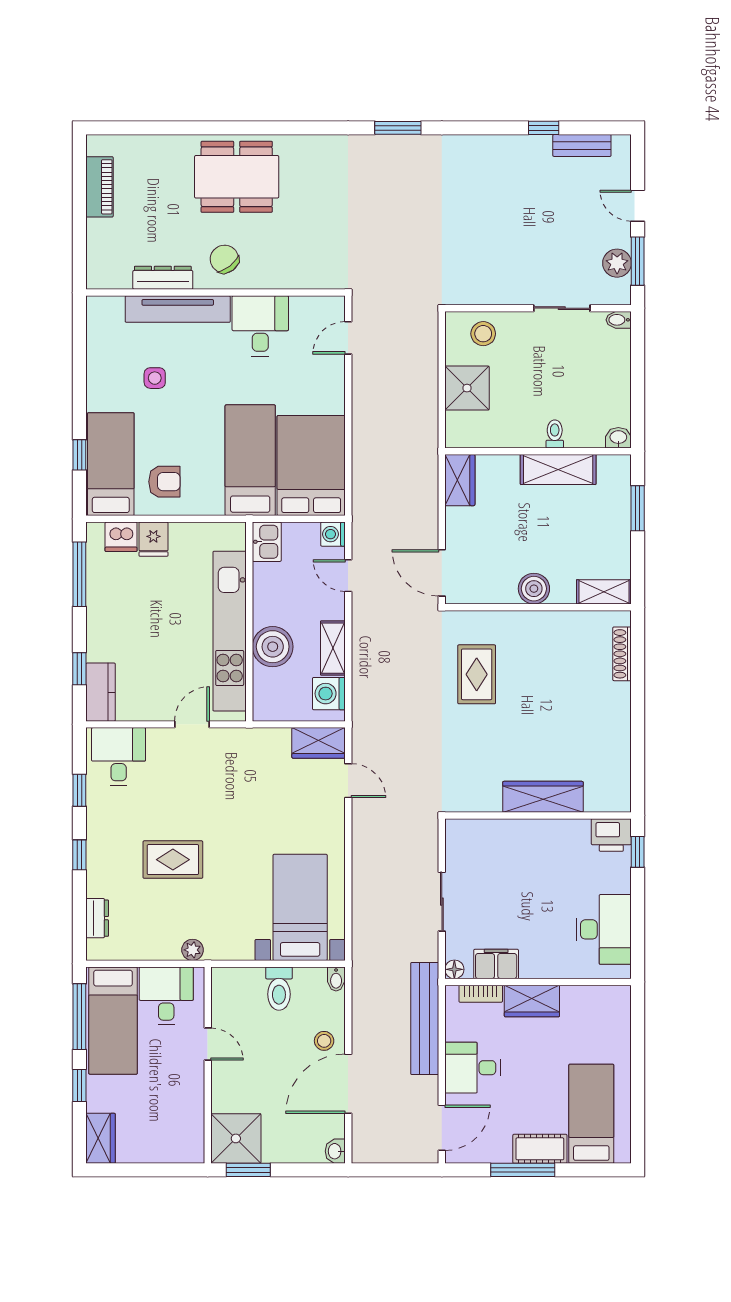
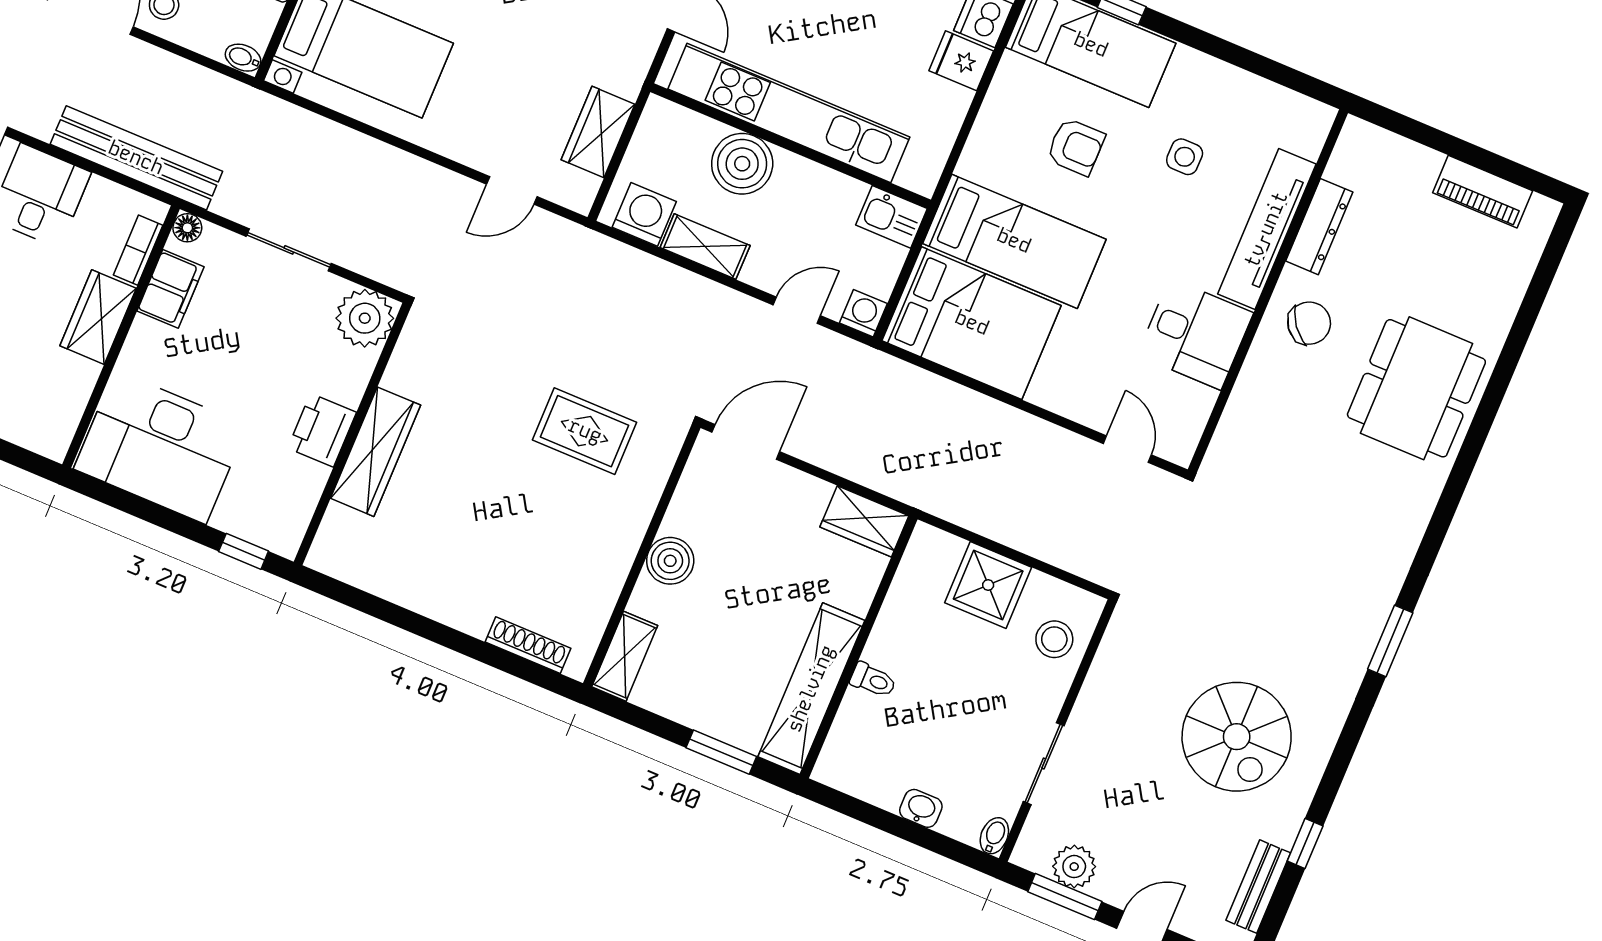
spiral stairs: (496, 197) -> (1237, 737), added
washbasin: (618, 438) -> (921, 808), moved, turned -90
shelving: (558, 469) -> (811, 689), width x1.47
armchair: (164, 482) -> (1076, 147), moved, turned -90
wardrobe: (319, 743) -> (598, 132), moved
printer: (611, 835) -> (322, 430), moved
plant: (464, 838) -> (365, 318), added
desk: (604, 929) -> (160, 447), width x1.36, depth x1.30

